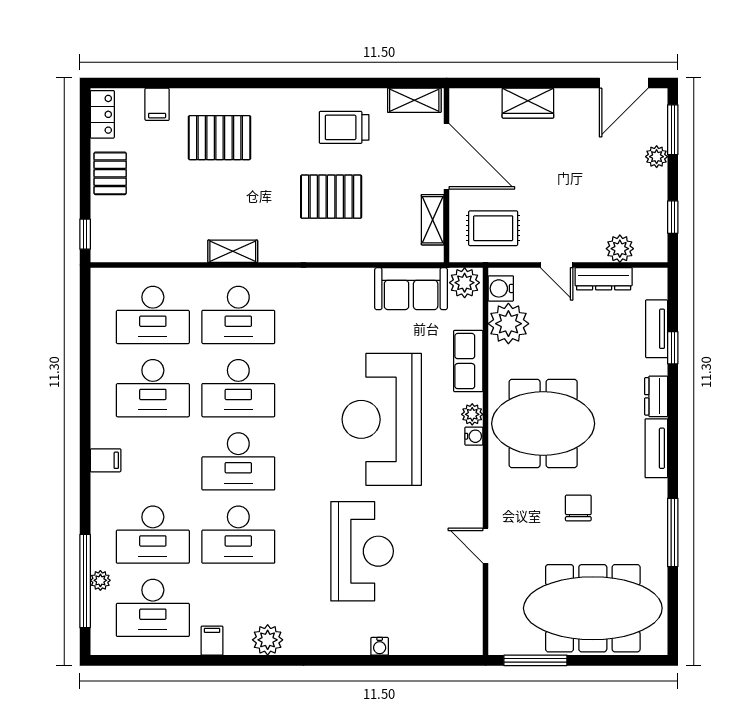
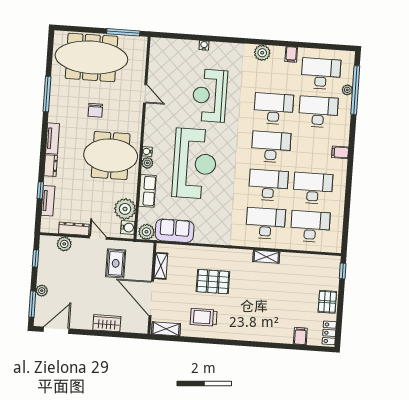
trolley: (344, 127) -> (204, 317), turned 180
pallet: (220, 138) -> (269, 316), removed
rug: (493, 228) -> (116, 263), moved, turned 90

